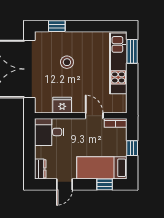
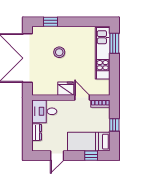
fridge: (62, 105) -> (66, 89), moved
dresser: (40, 169) -> (37, 132), moved

